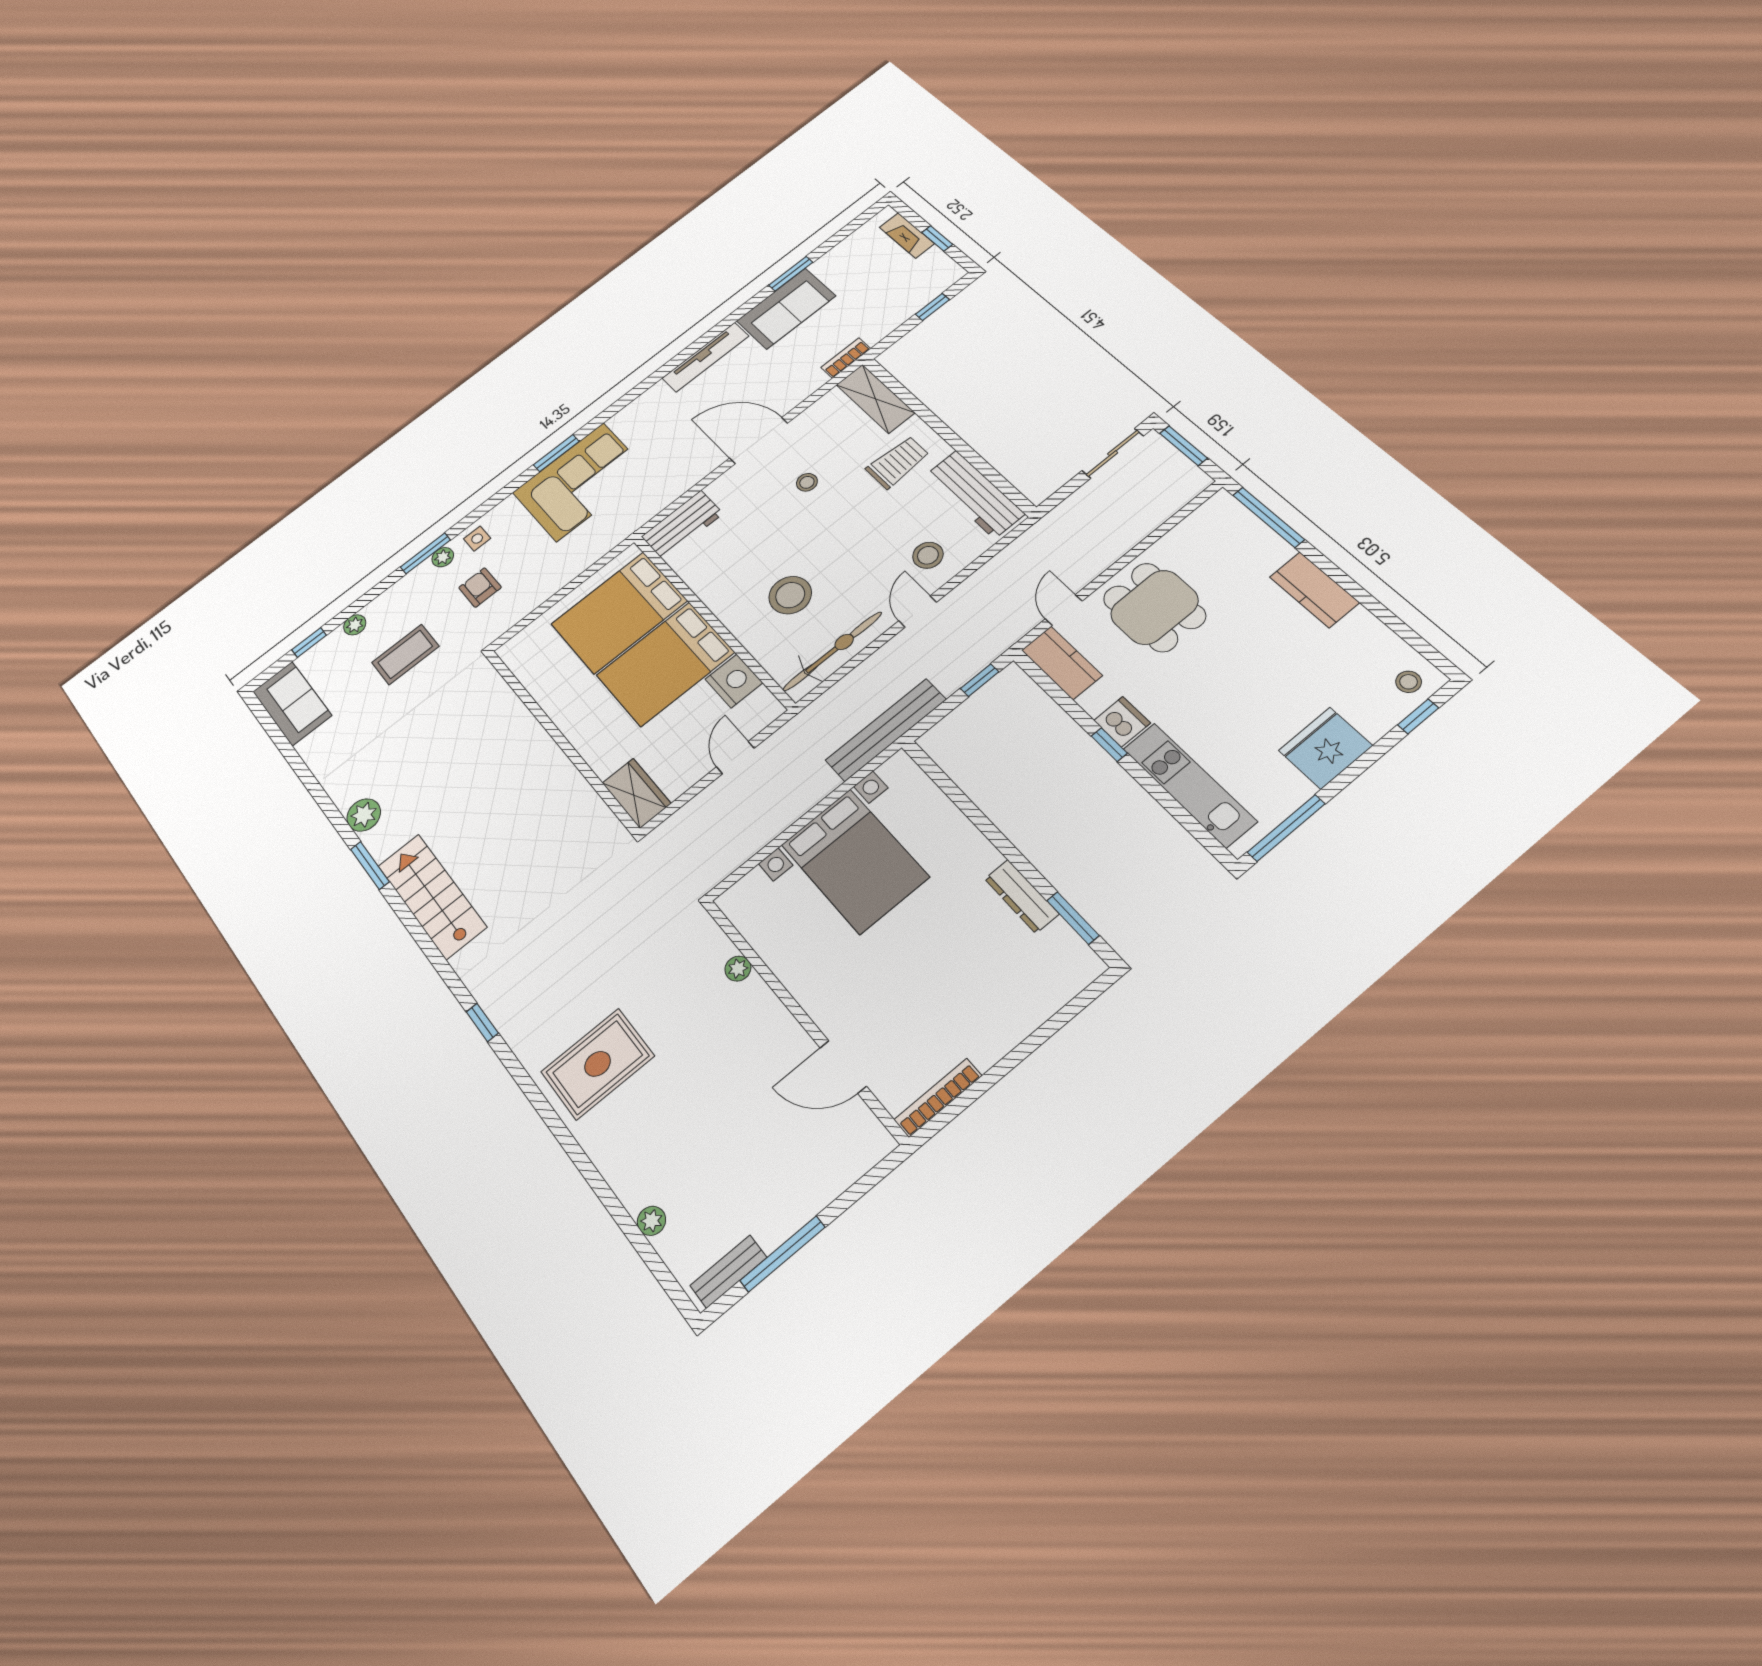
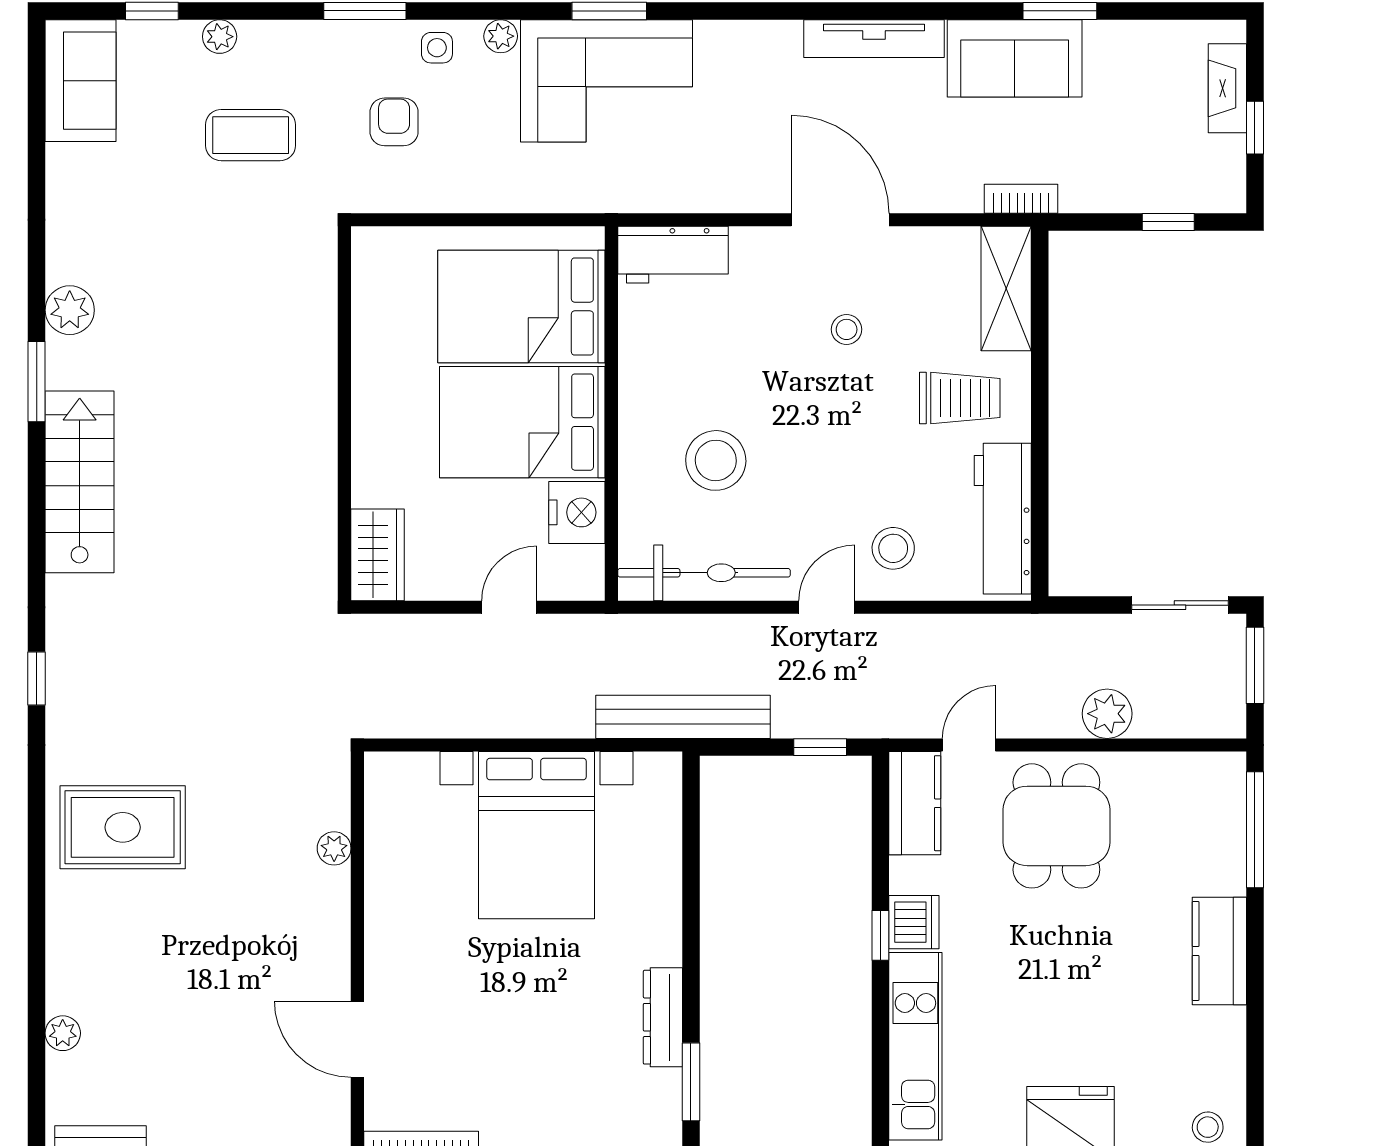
plant: (1126, 533) -> (1107, 714), added
plant: (443, 557) -> (501, 36), moved

